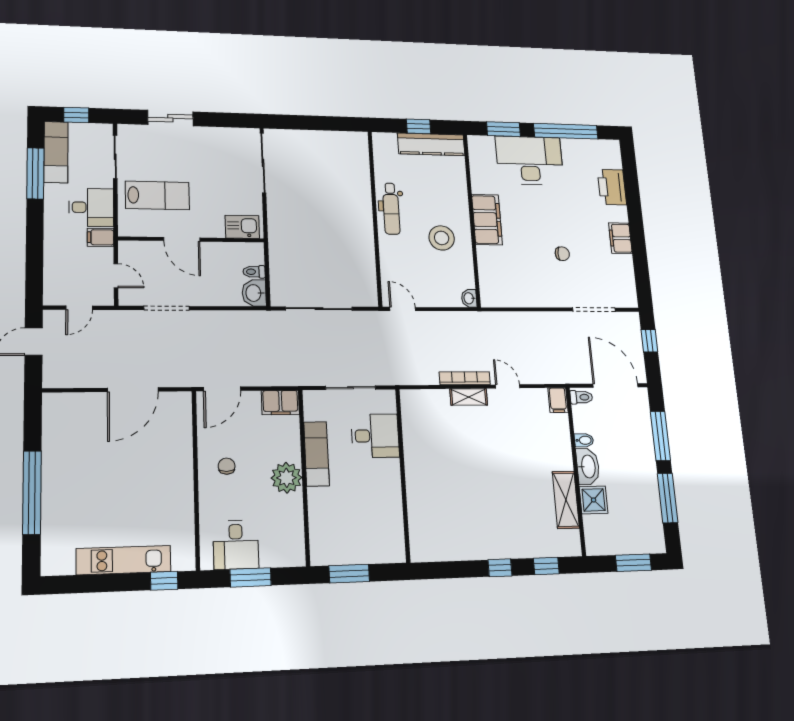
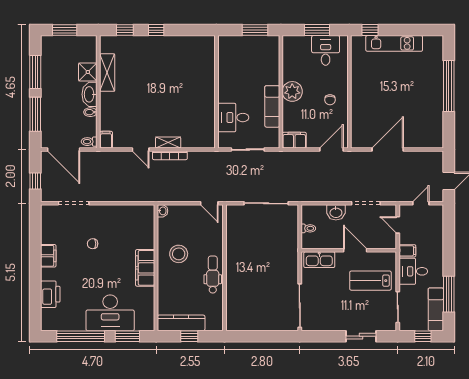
kitchen sink: (242, 227) -> (319, 260), width x1.38
washbasin: (254, 293) -> (336, 212), moved, turned 90

